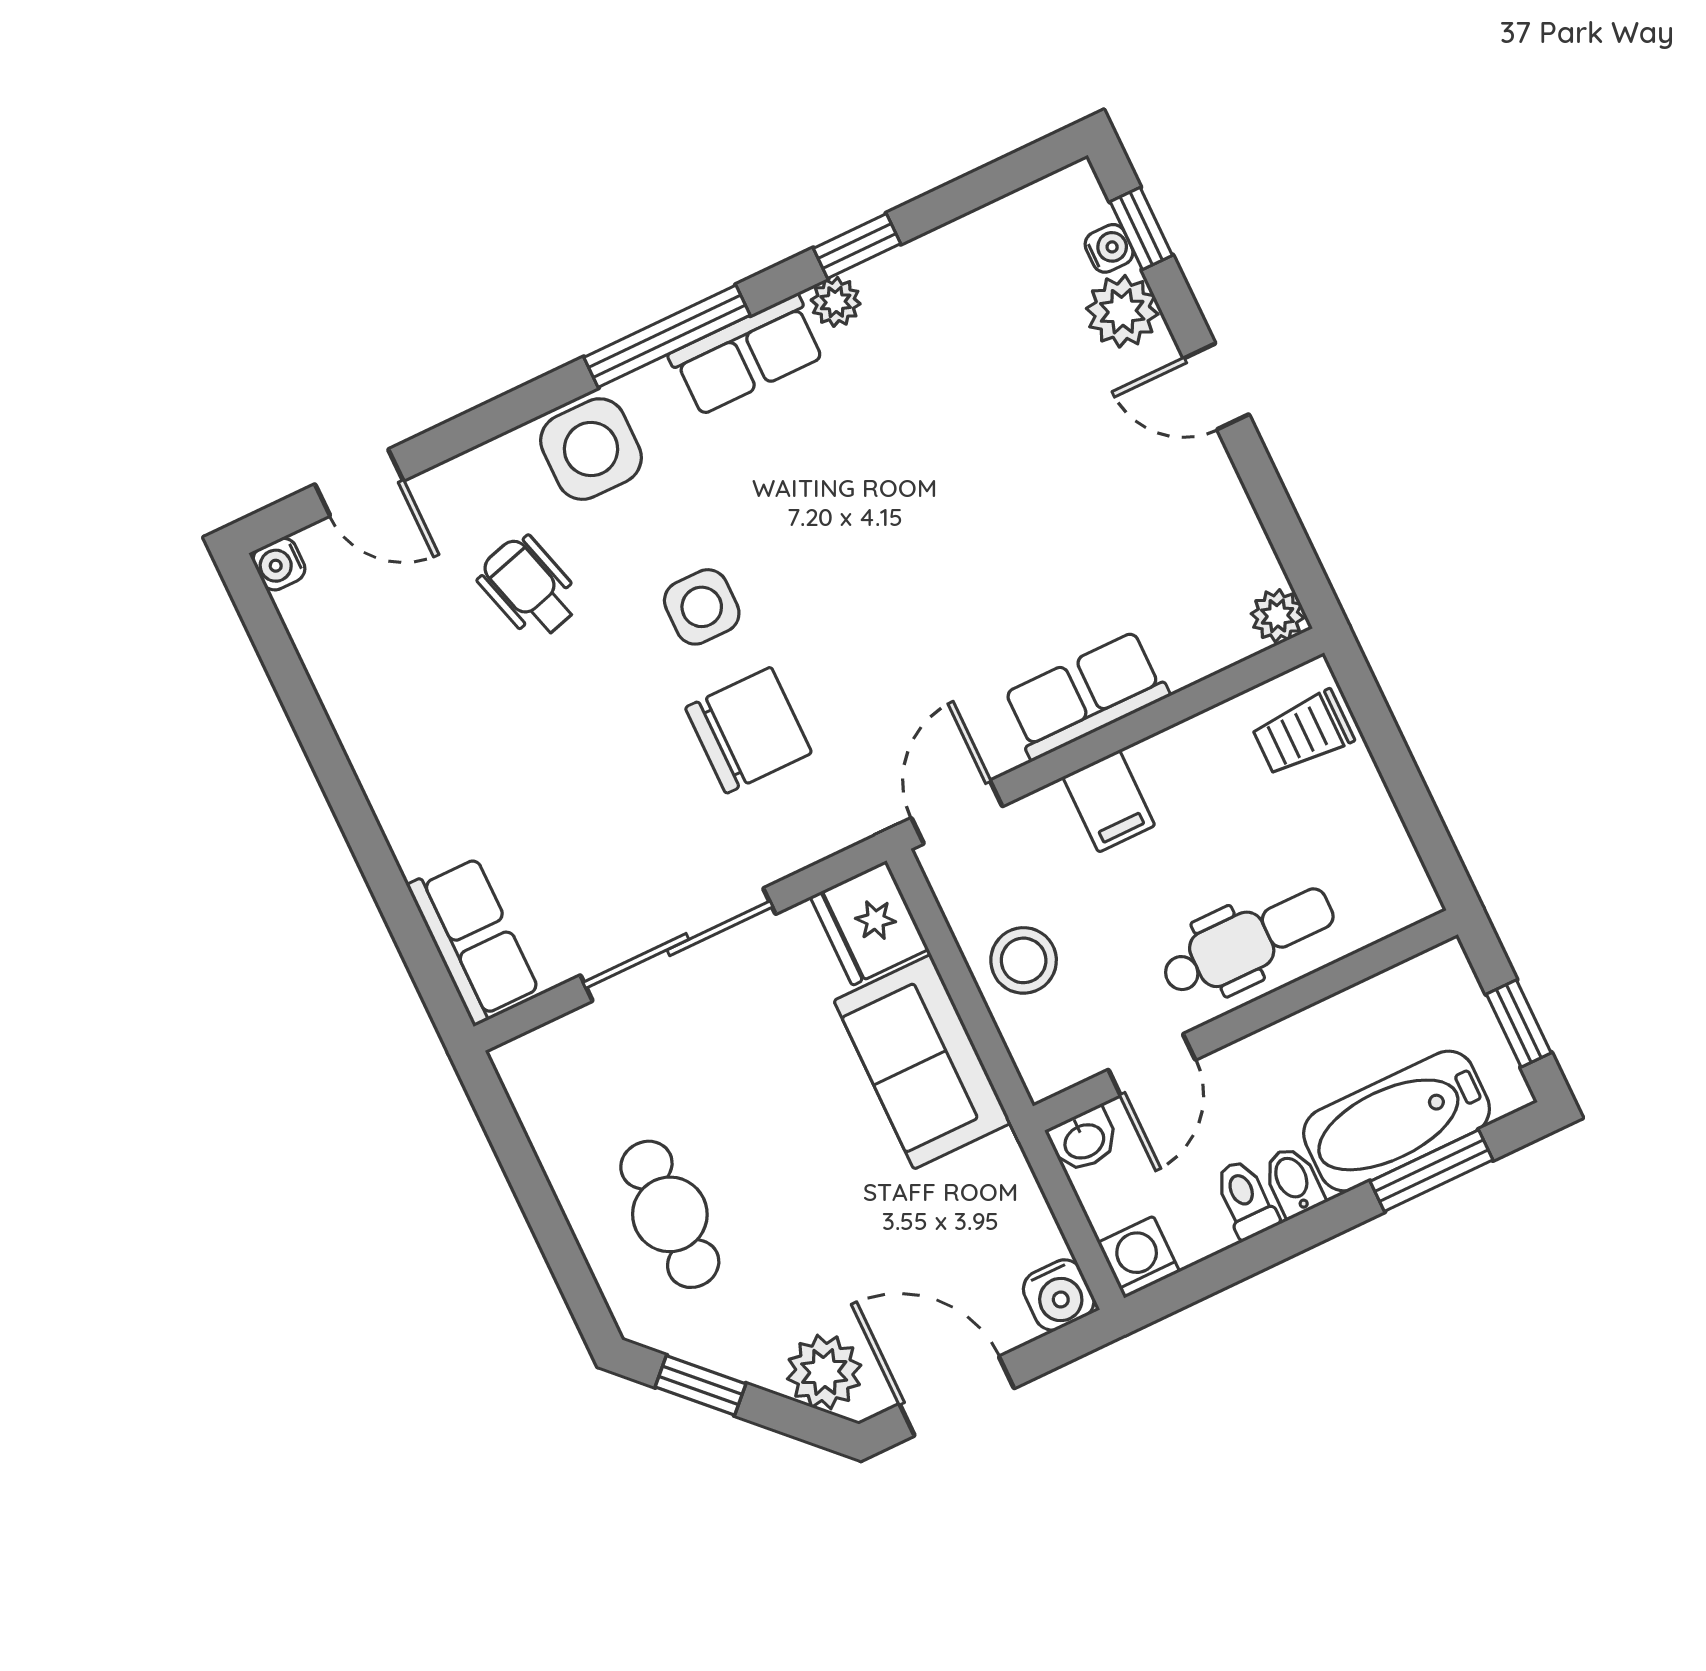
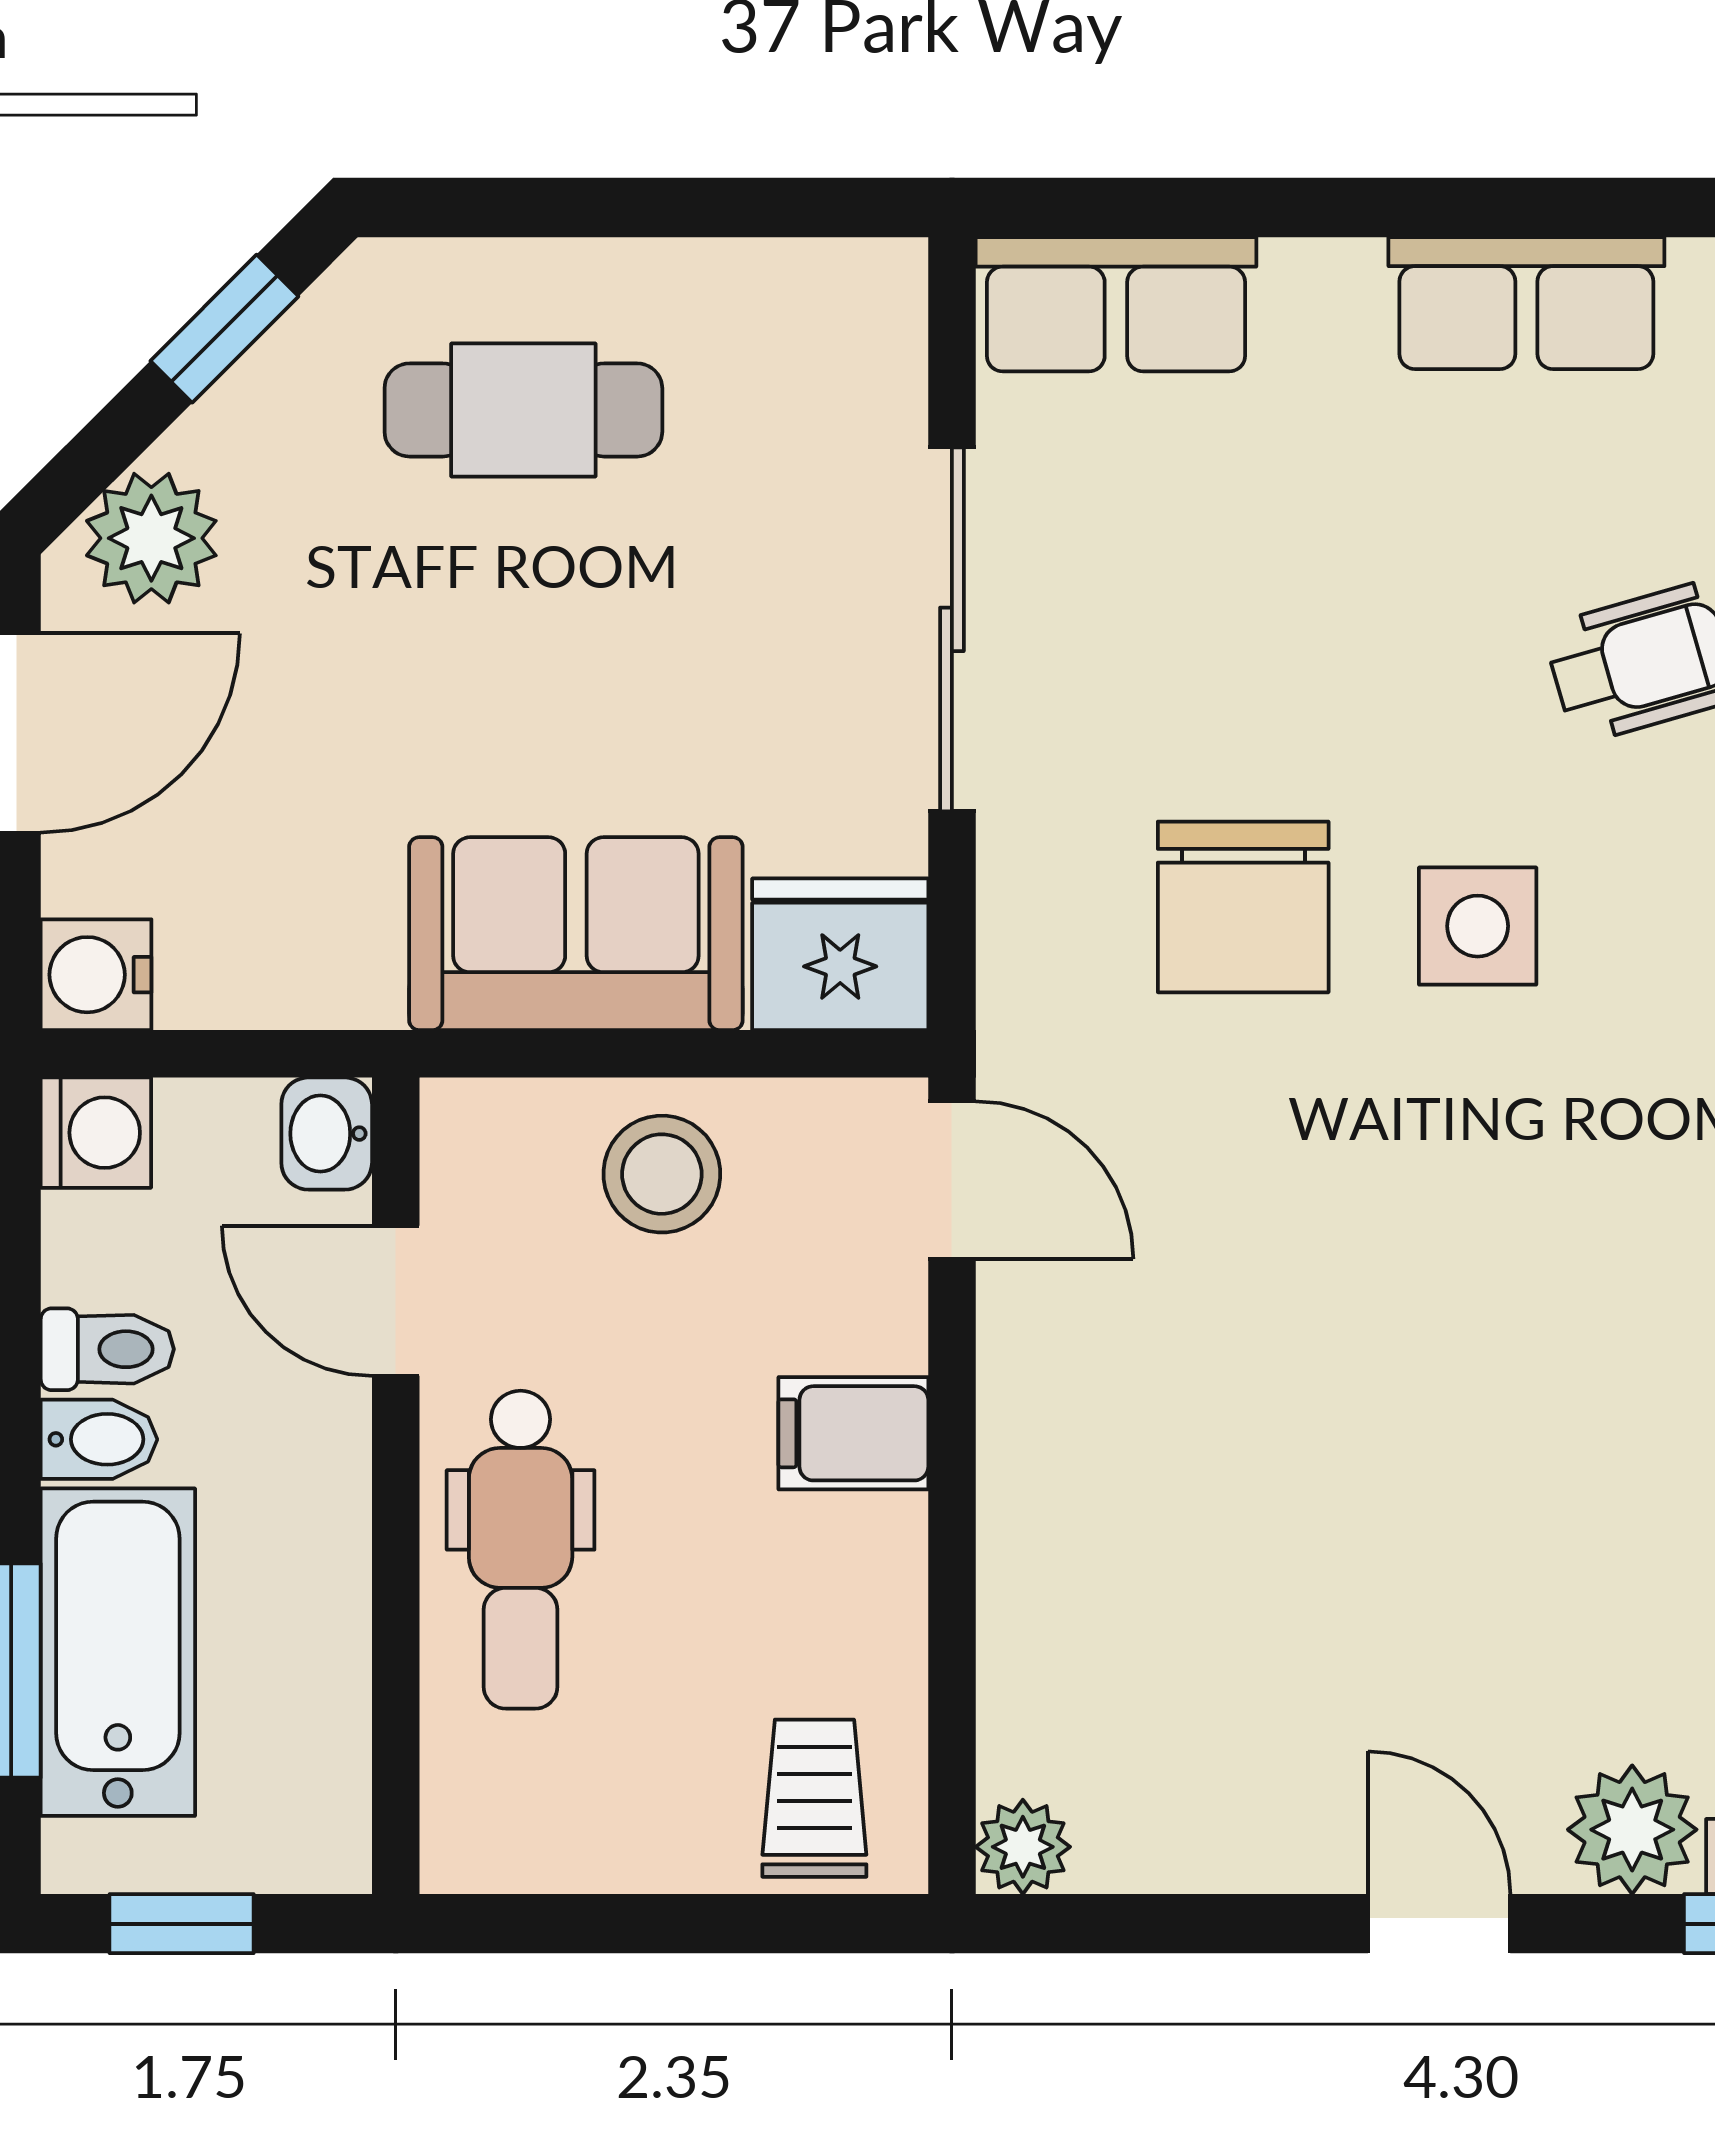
door: (1216, 386) -> (1439, 1924), hinge flipped
row of seats: (1085, 695) -> (1526, 303), moved, turned 90

